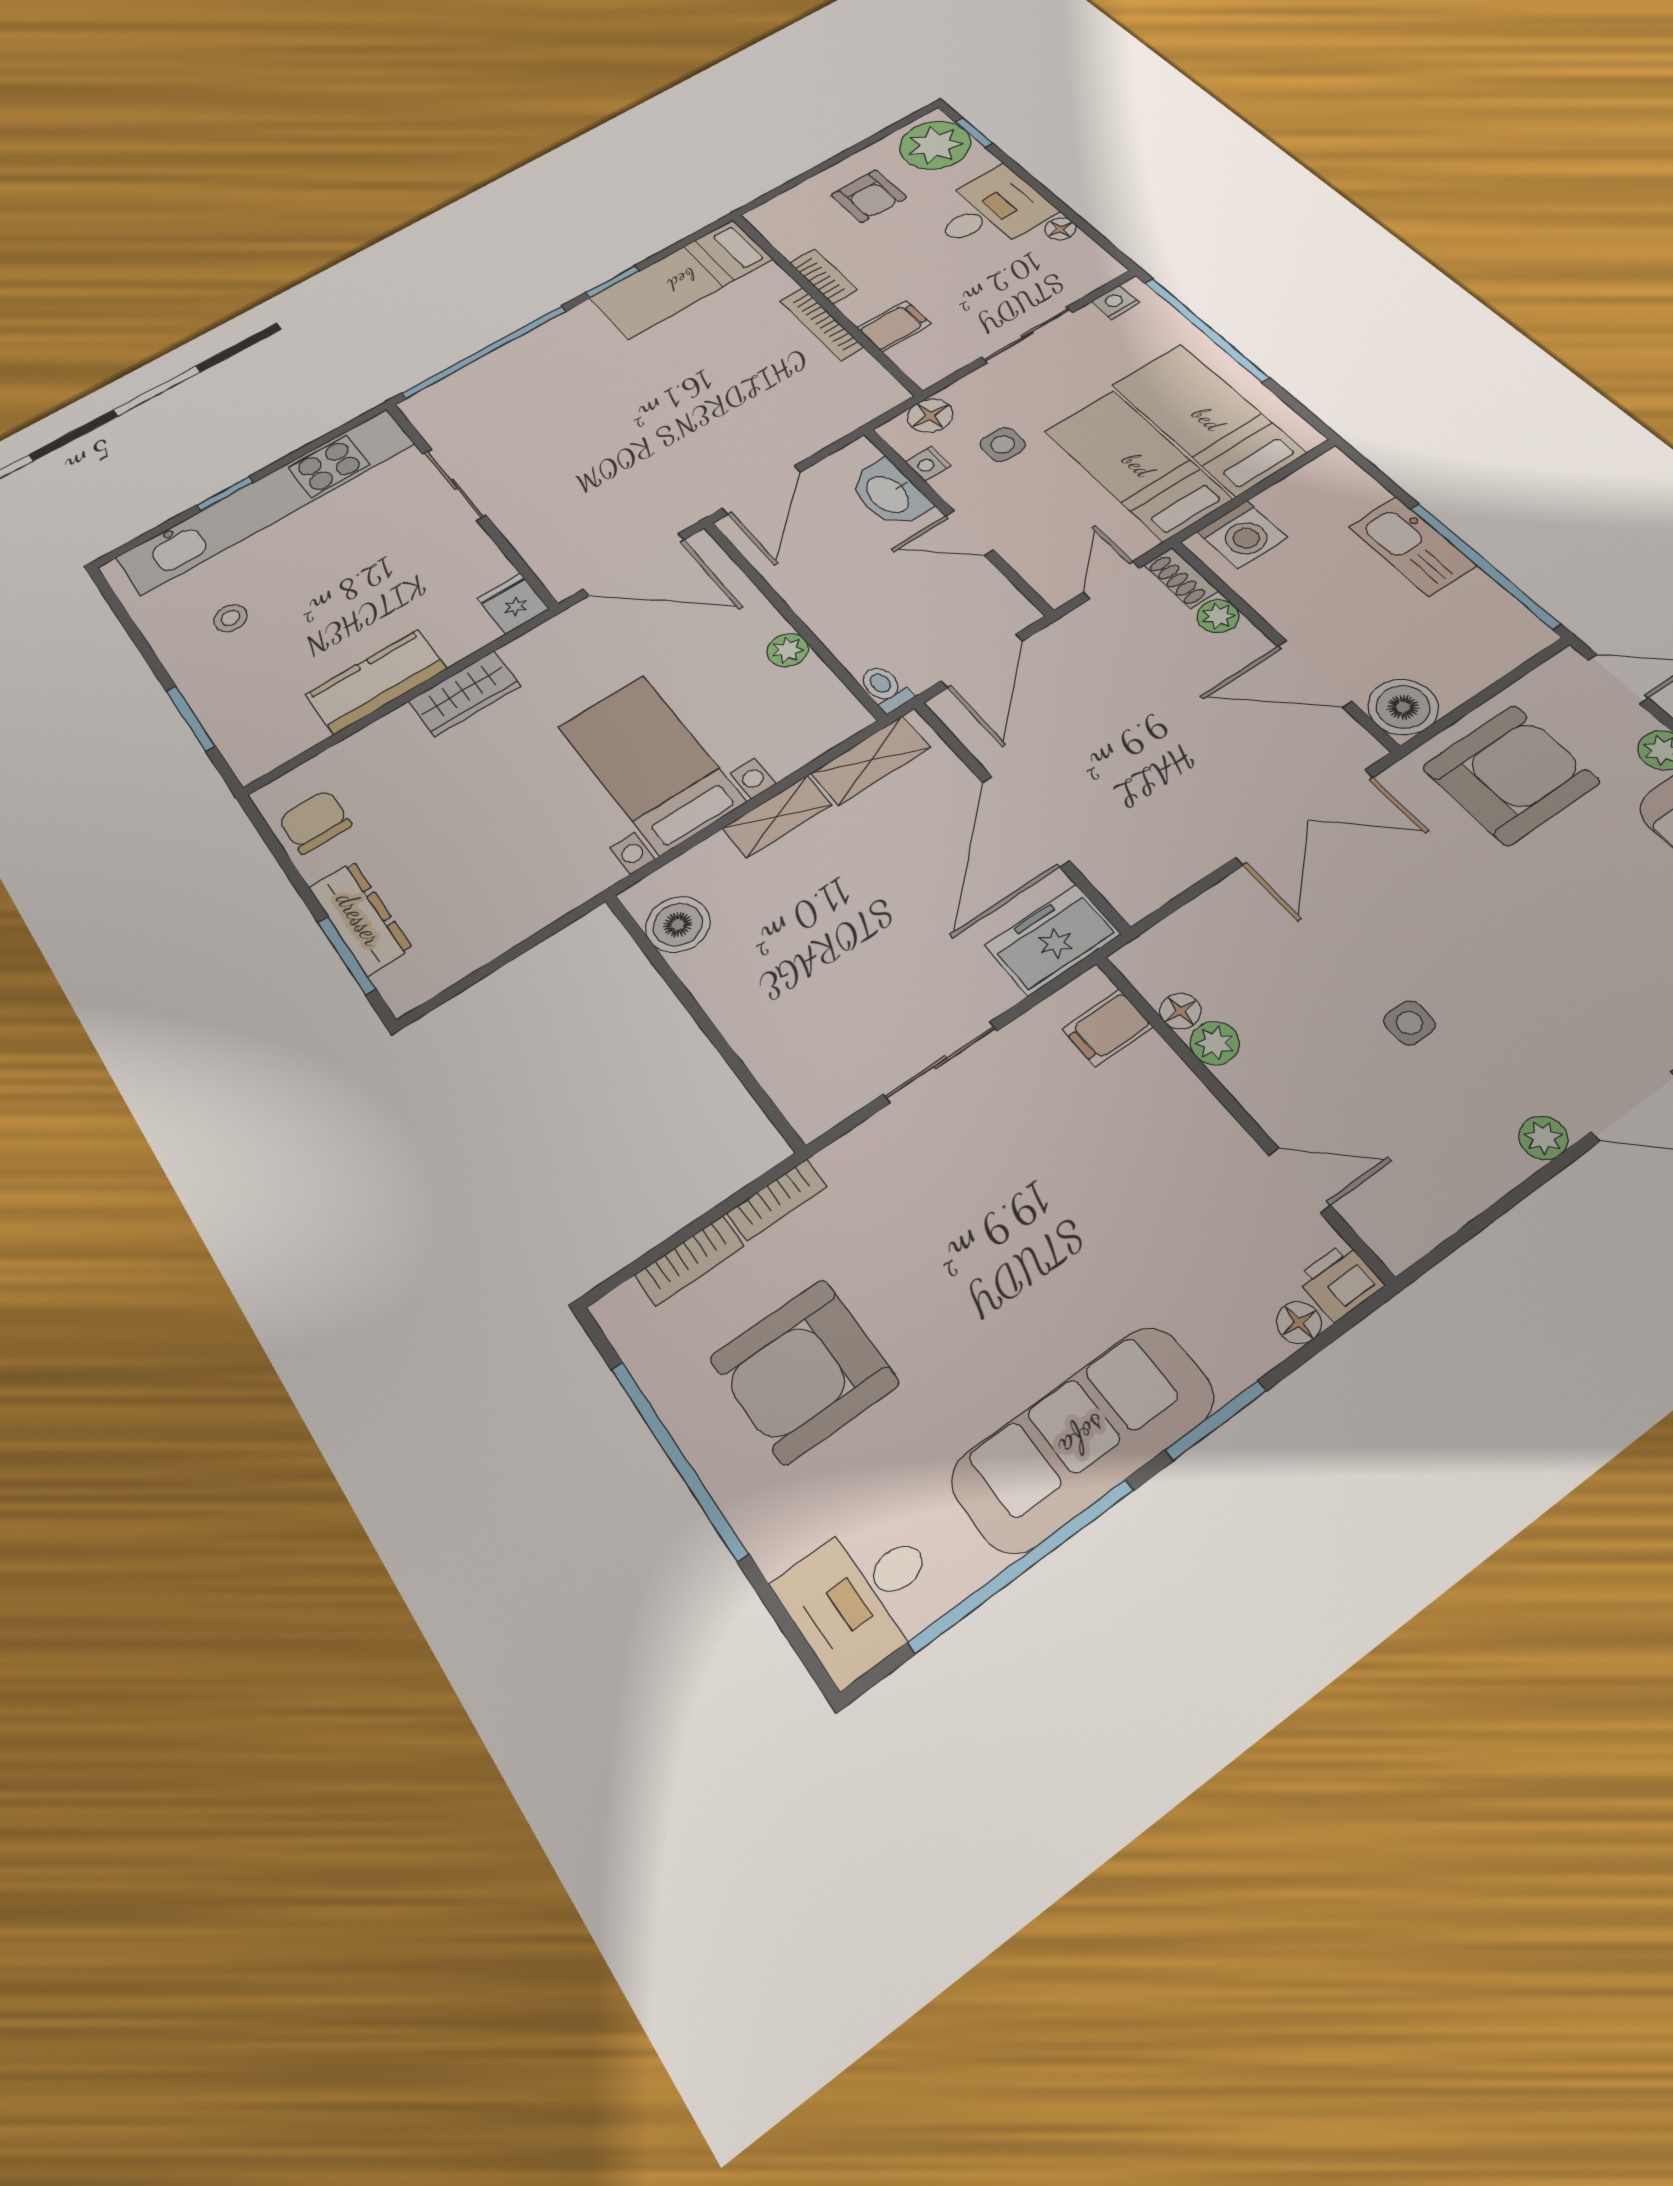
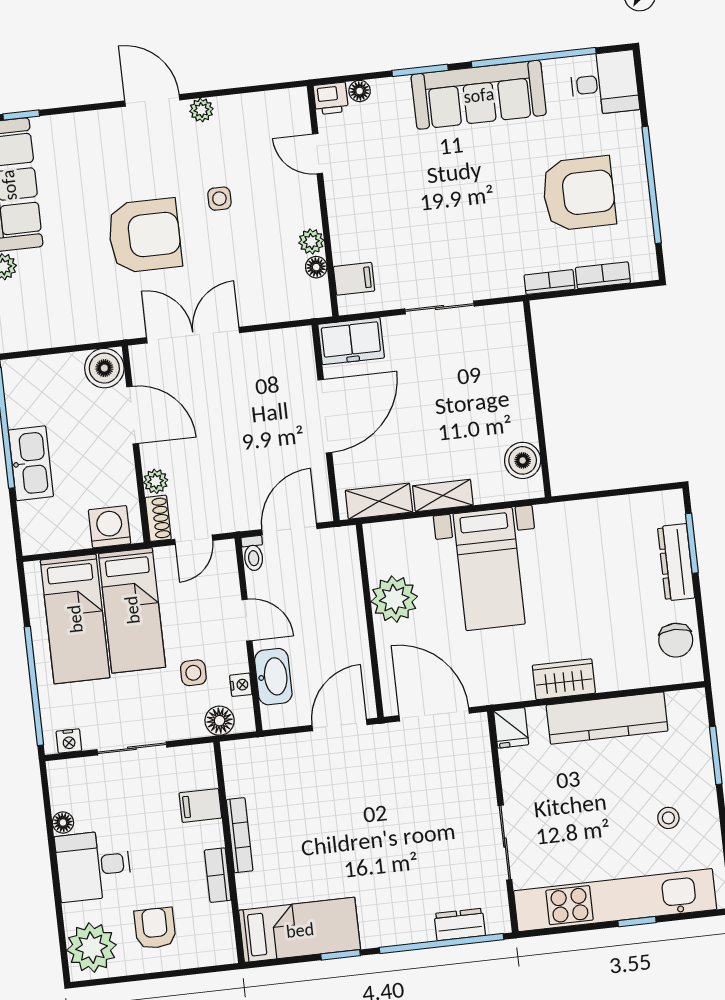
window: (974, 133) -> (63, 943), removed
dresser: (471, 380) -> (460, 924), added
plant: (788, 650) -> (394, 599), width x1.87, depth x1.87
kitchen counter: (376, 682) -> (607, 718), width x1.50
toilet: (885, 688) -> (253, 553), moved
armchair: (1511, 775) -> (144, 236), moved, turned 180

